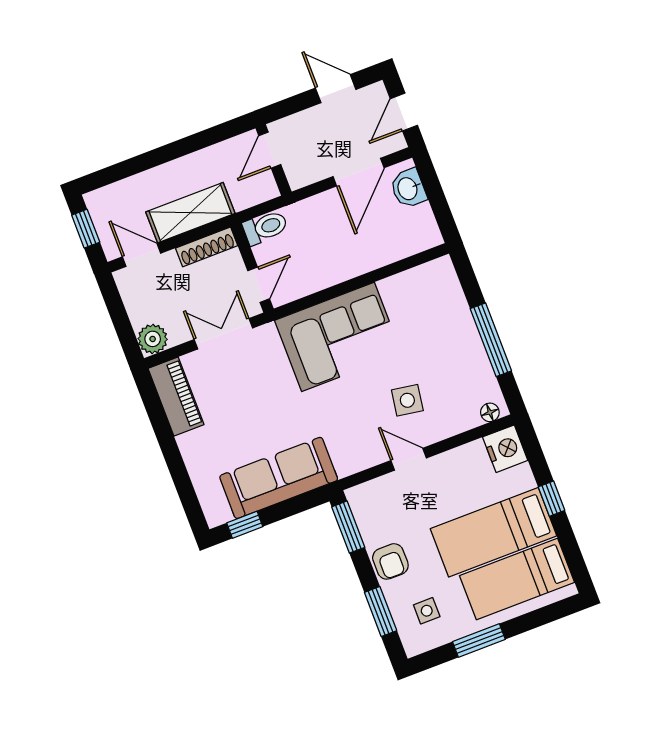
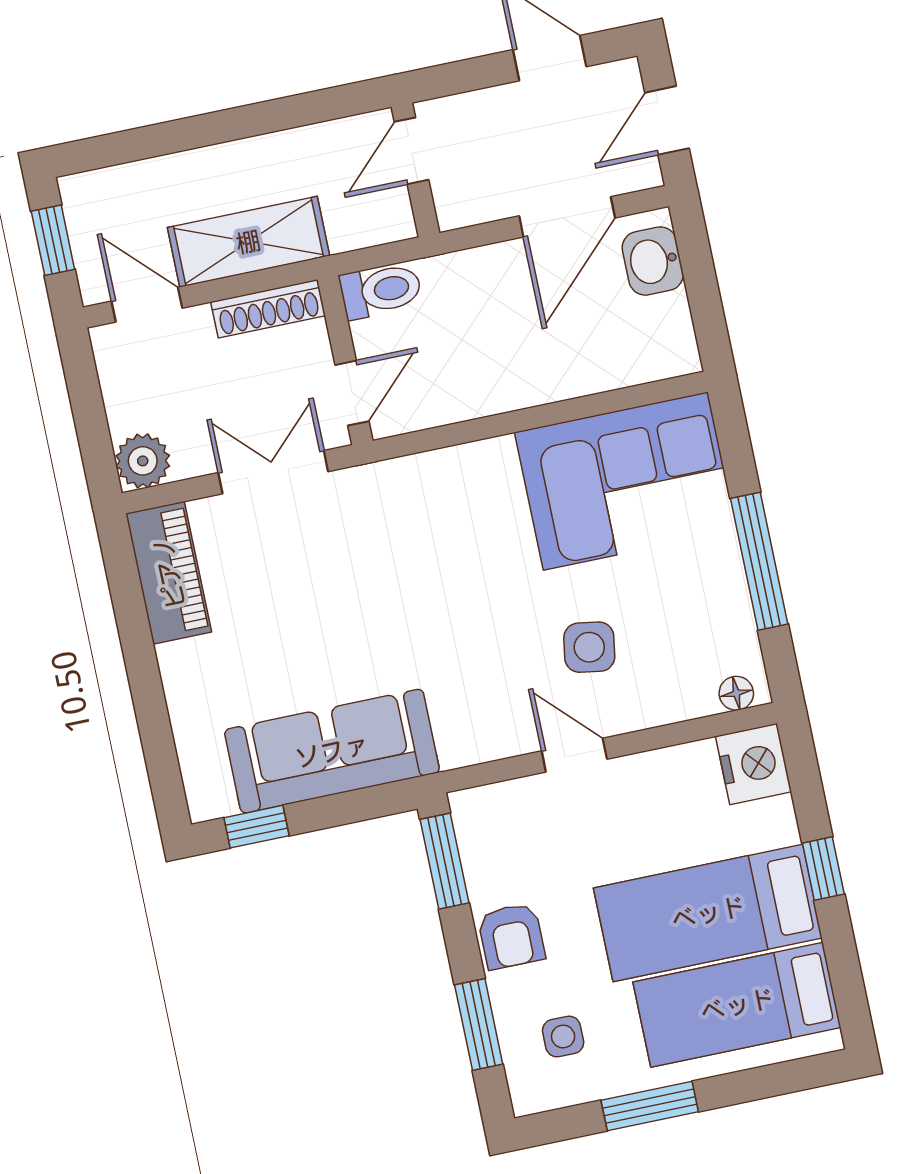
corner sofa: (338, 337) -> (626, 481), moved

